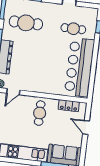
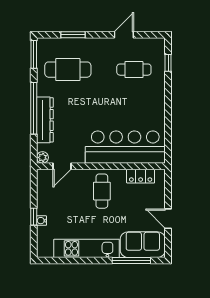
bar counter: (80, 67) -> (125, 147), moved, turned 90
door: (86, 127) -> (168, 219), moved

